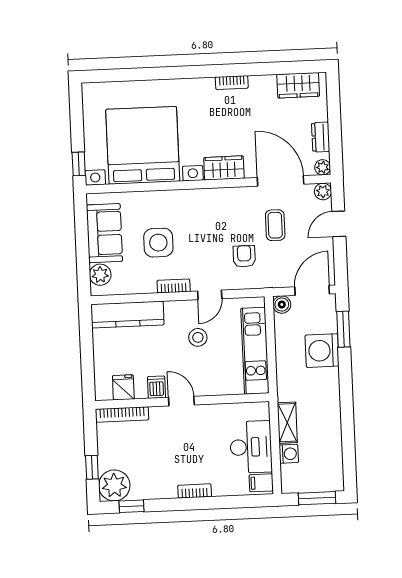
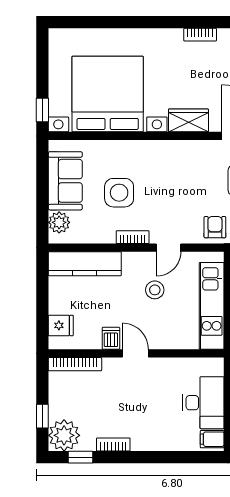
armchair: (244, 256) -> (215, 227), moved
fridge: (123, 387) -> (61, 325), moved, turned 90
bookcase: (195, 491) -> (113, 444), moved

